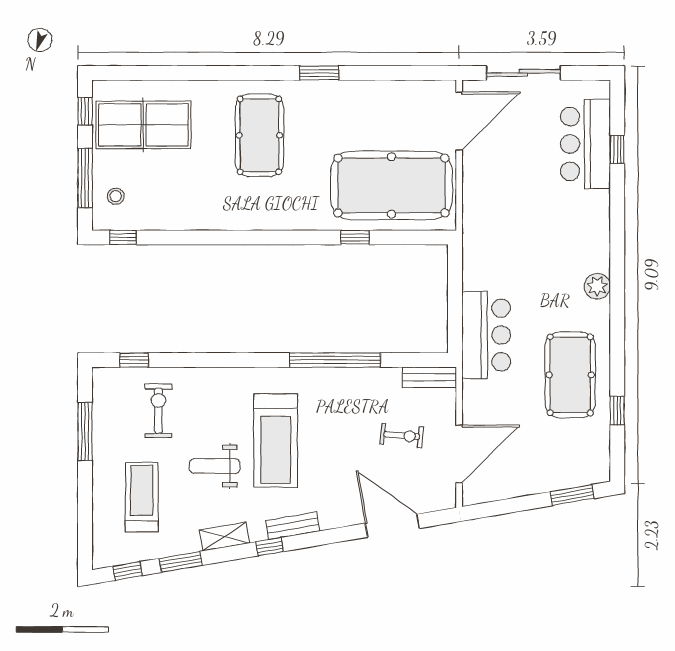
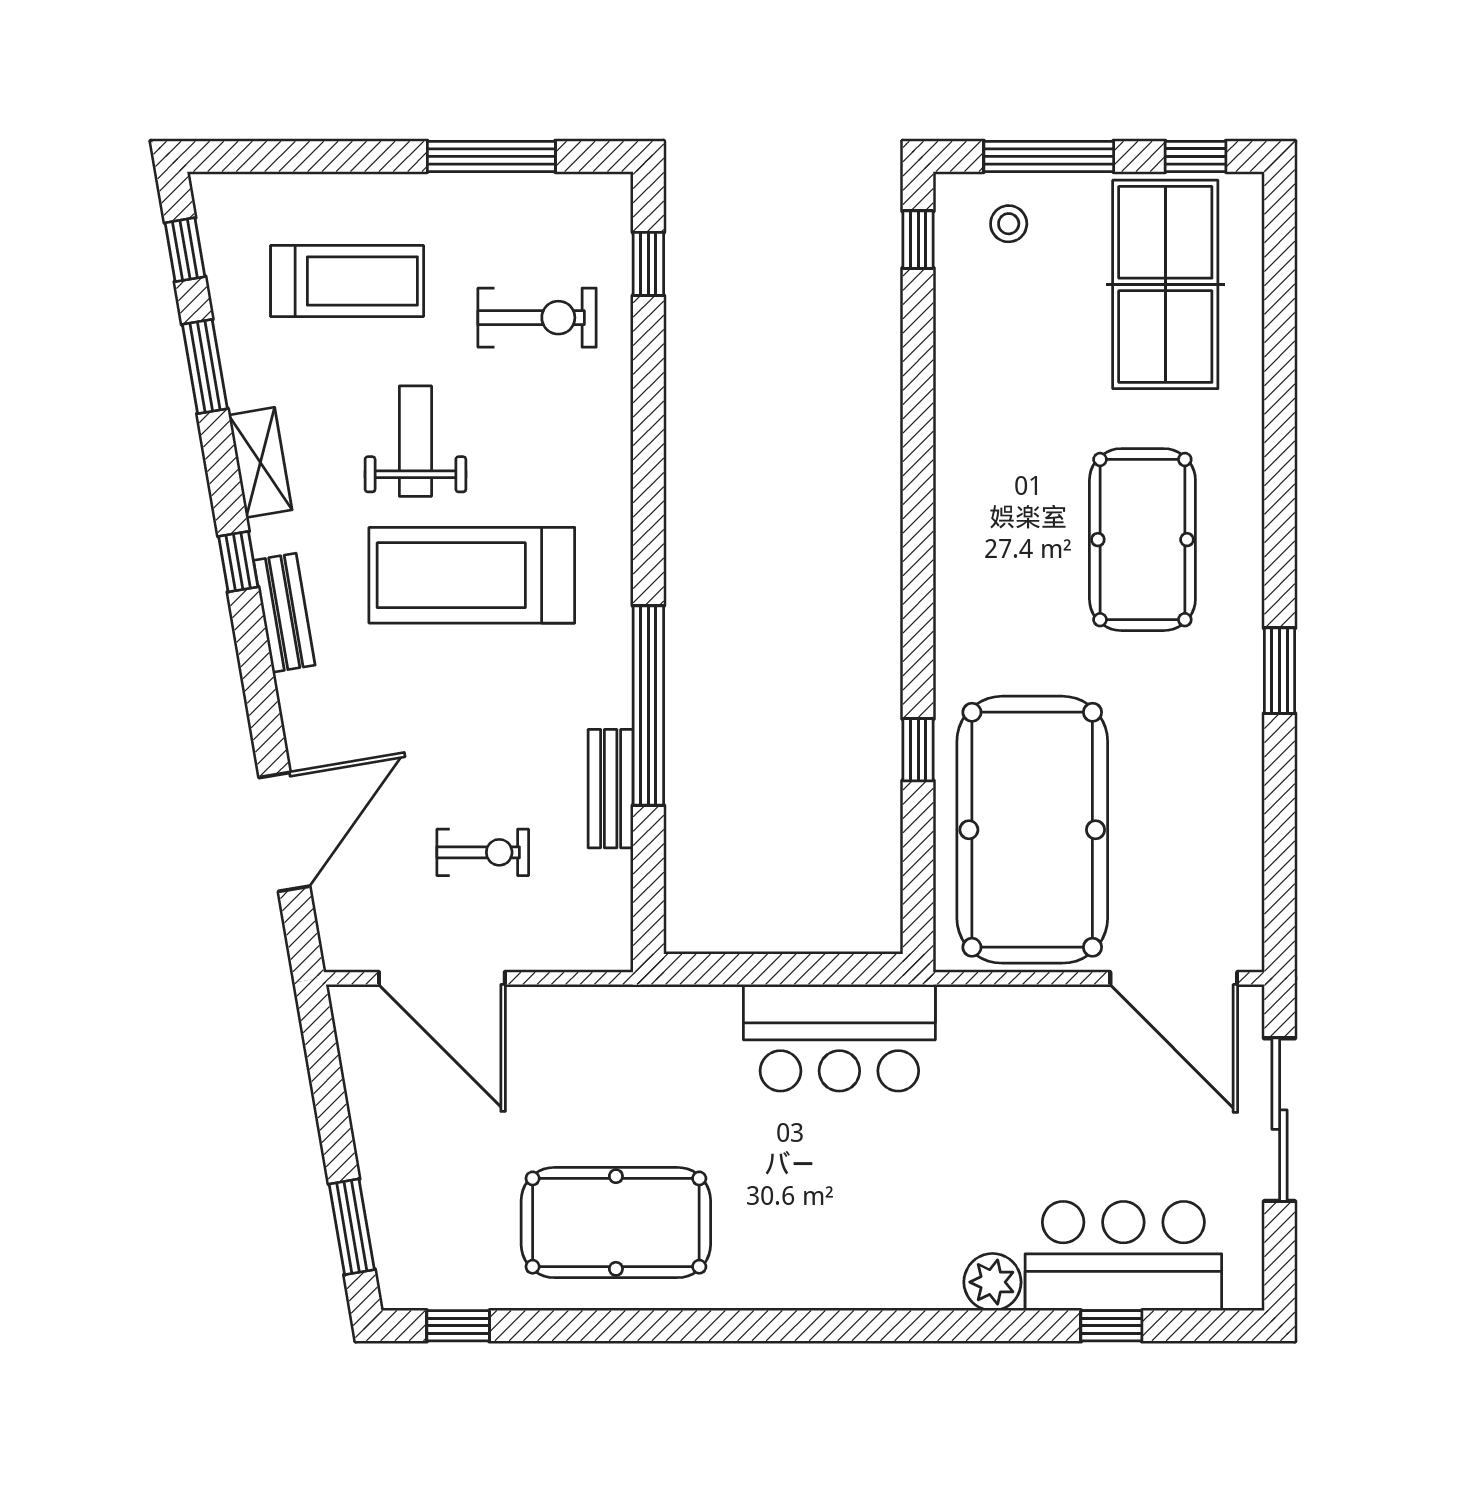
pool table: (259, 135) -> (1142, 540), turned 90
plant: (597, 286) -> (992, 1282), moved
bar counter: (486, 335) -> (839, 1038), moved
bench: (429, 377) -> (611, 789), moved
window: (617, 411) -> (458, 1326), moved
exercise bike: (402, 435) -> (483, 852), turned -95

